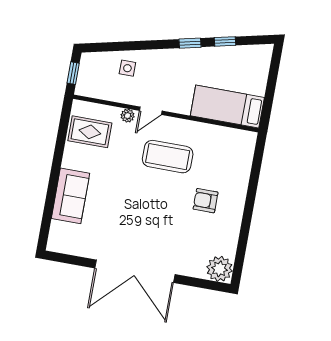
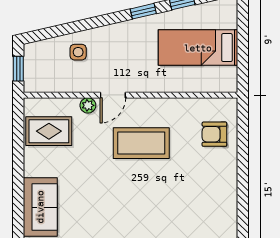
bed: (227, 107) -> (198, 48), moved
armchair: (206, 201) -> (214, 134), moved

